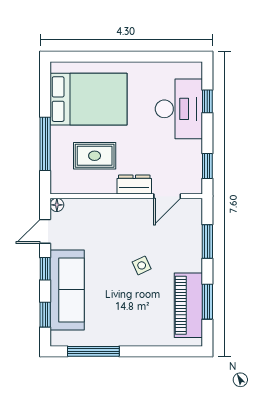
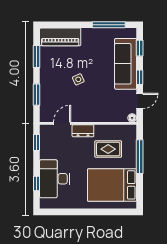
piano: (188, 305) -> (60, 37), moved, turned 90

